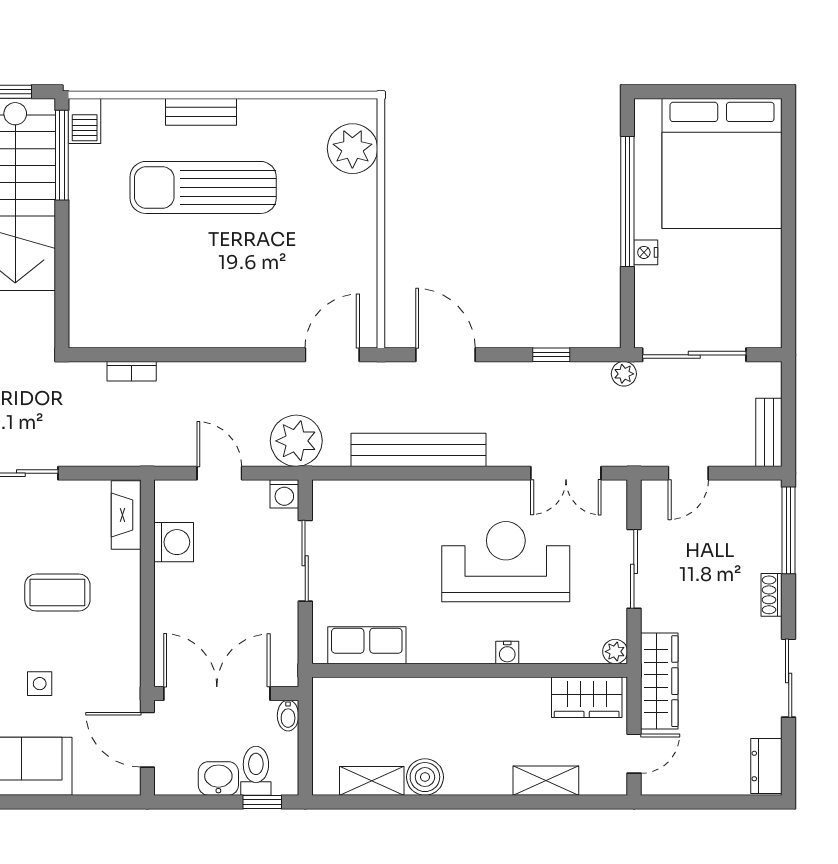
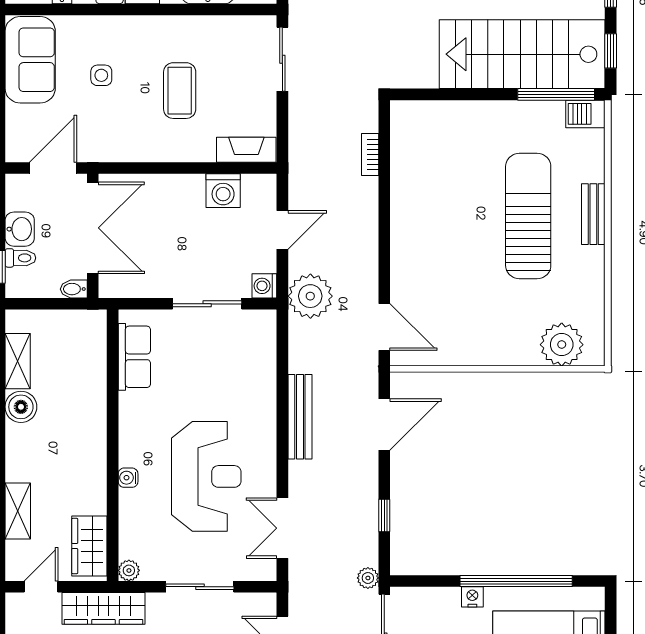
bench: (418, 450) -> (300, 417), width x0.73, depth x0.82
door: (634, 754) -> (41, 587), swing flipped
toilet: (256, 771) -> (20, 258), width x0.73, depth x0.72

